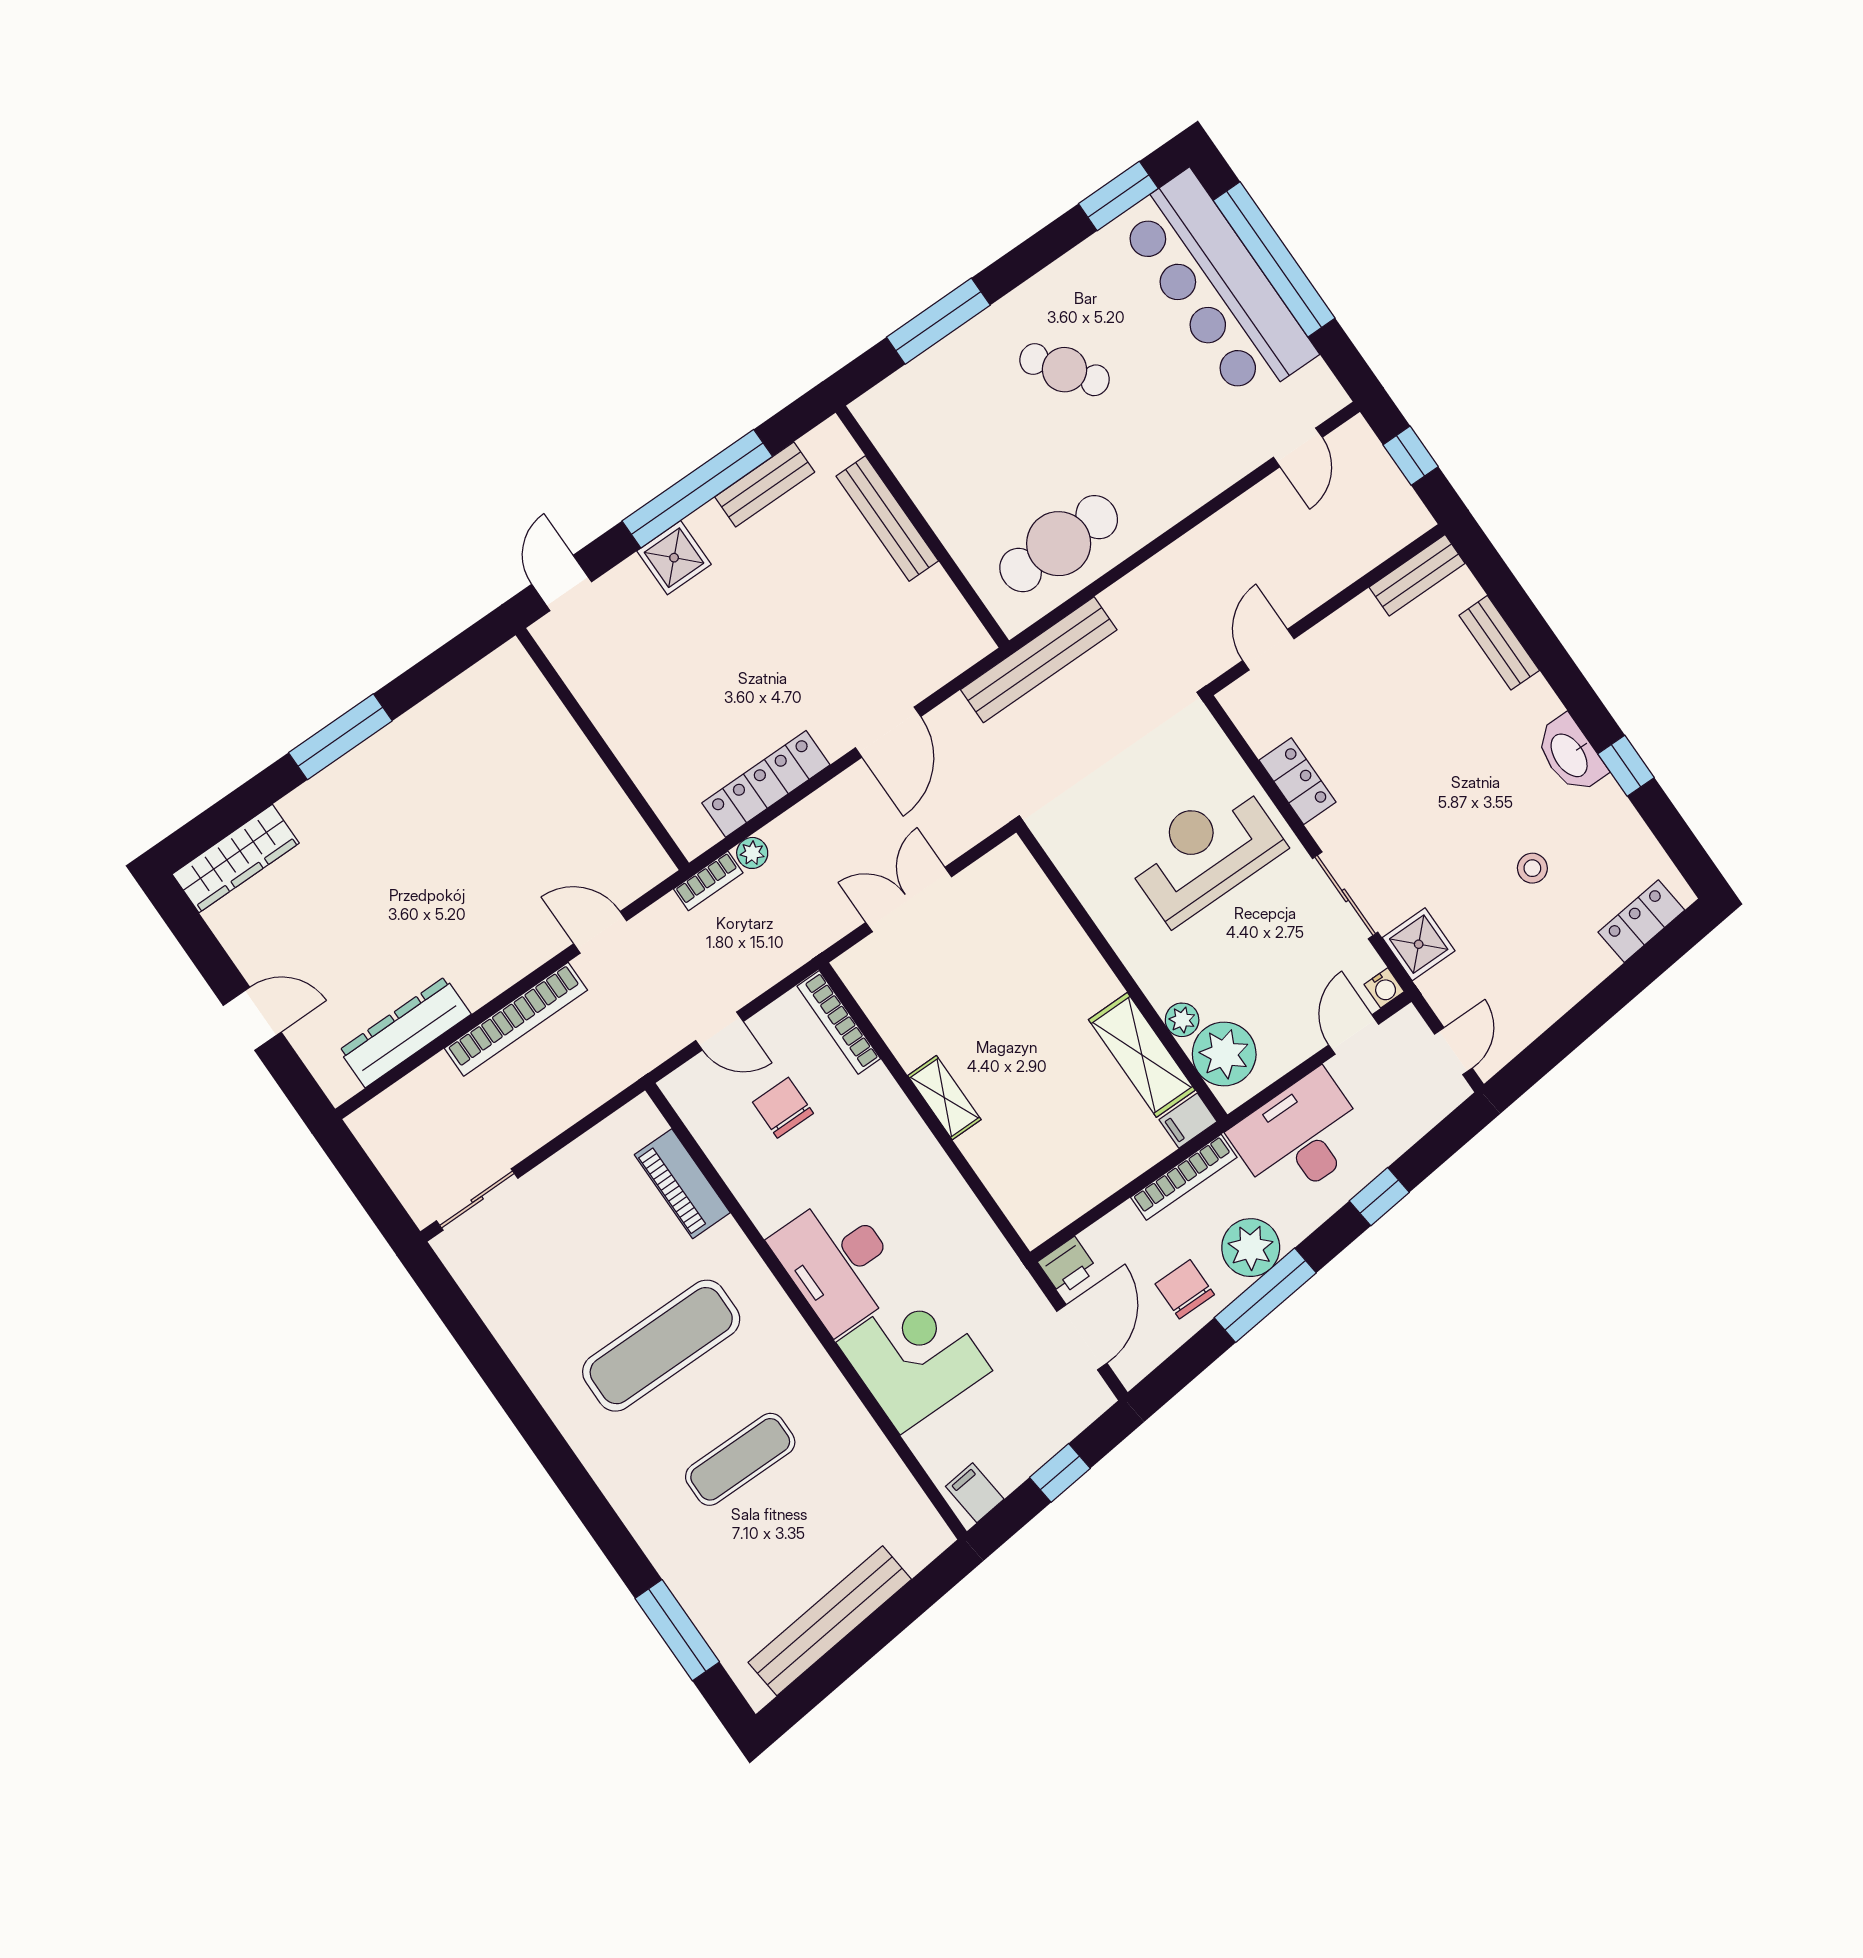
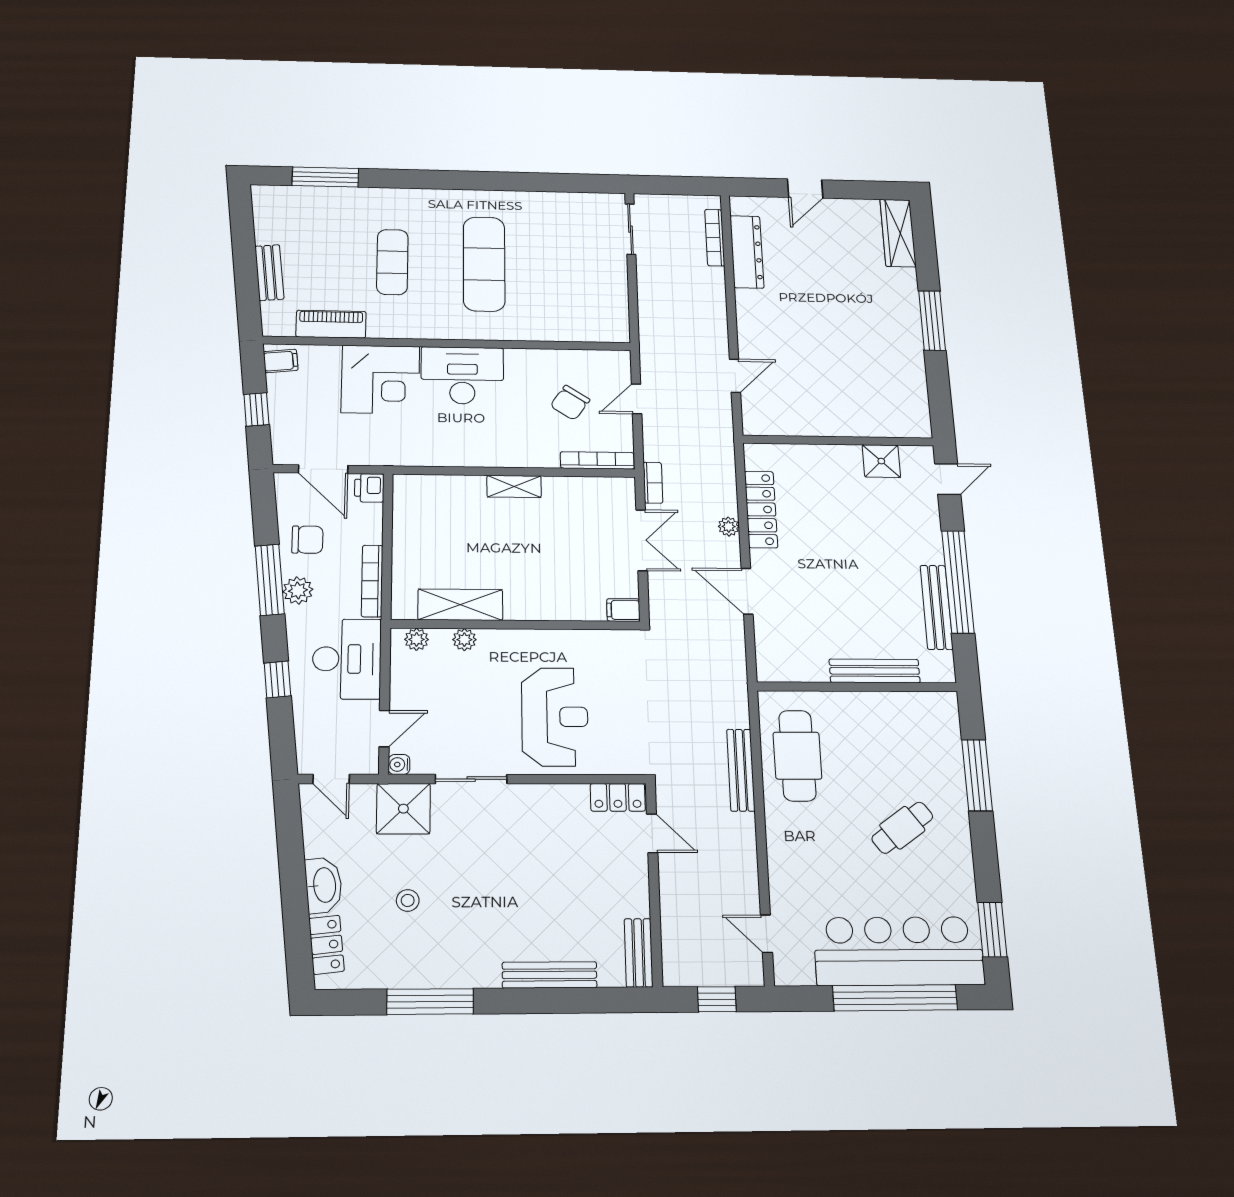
bench: (765, 484) -> (937, 607), width x1.36
shower: (674, 558) -> (881, 461), moved
door: (562, 583) -> (948, 479), hinge flipped
bench: (1499, 643) -> (550, 975), width x1.36
bench: (1039, 660) -> (741, 770), moved, width x0.73, depth x0.82
washbasin: (1570, 755) -> (324, 885), moved, turned 84
window: (1626, 766) -> (430, 1002), width x2.17
locker: (1297, 781) -> (618, 797), moved
plant: (752, 853) -> (729, 527), moved
bookcase: (708, 881) -> (653, 483), moved, turned 180
shower: (1419, 944) -> (403, 809), width x1.36, depth x1.36
bookcase: (516, 1019) -> (715, 238), moved, width x0.68, depth x0.76
door: (1354, 1035) -> (384, 729), hinge flipped
plant: (1224, 1054) -> (417, 639), width x0.53, depth x0.53
chair: (783, 1108) -> (570, 403), turned 124
filing cabinet: (1188, 1121) -> (623, 610), moved, turned -90
piano: (682, 1184) -> (331, 324), moved
plant: (1251, 1248) -> (298, 590), width x0.73, depth x0.73
bench: (830, 1621) -> (269, 273), width x0.54, depth x0.82

